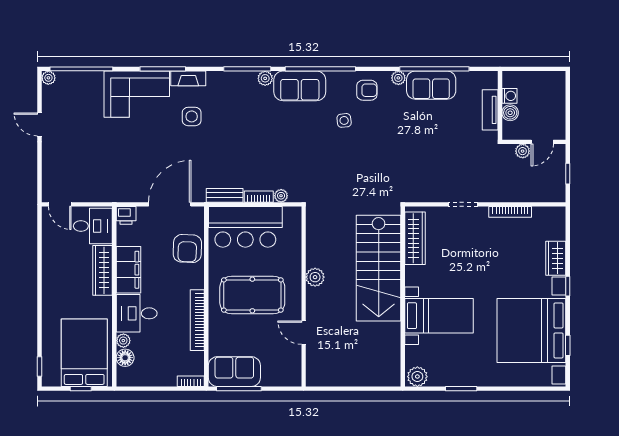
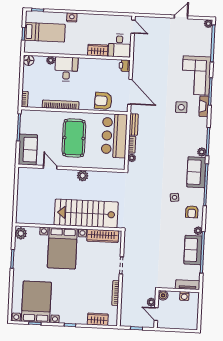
tv unit: (490, 110) -> (188, 285), moved
boiler: (510, 113) -> (163, 295), moved
door: (60, 204) -> (133, 27), swing flipped
wardrobe: (556, 258) -> (98, 319), moved
wardrobe: (102, 270) -> (98, 50), width x0.67
filing cabinet: (128, 270) -> (92, 65), removed
nightstand: (49, 308) -> (72, 17), added
bed with nightstands: (439, 316) -> (62, 248), width x1.36
bed with nightstands: (531, 330) -> (36, 302), width x0.73
door: (304, 333) -> (50, 167), hinge flipped
bed: (84, 353) -> (45, 32), width x0.67
floor lamp: (125, 358) -> (29, 60), moved
sofa: (234, 372) -> (28, 150), moved

